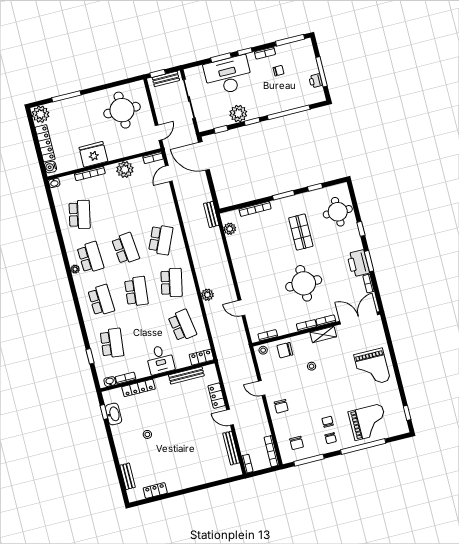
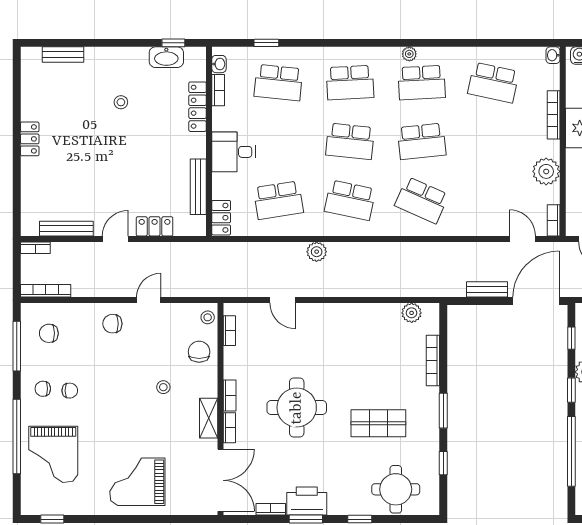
bench: (211, 214) -> (487, 289), moved
door: (241, 308) -> (283, 300), swing flipped
locker: (155, 491) -> (30, 139), moved

